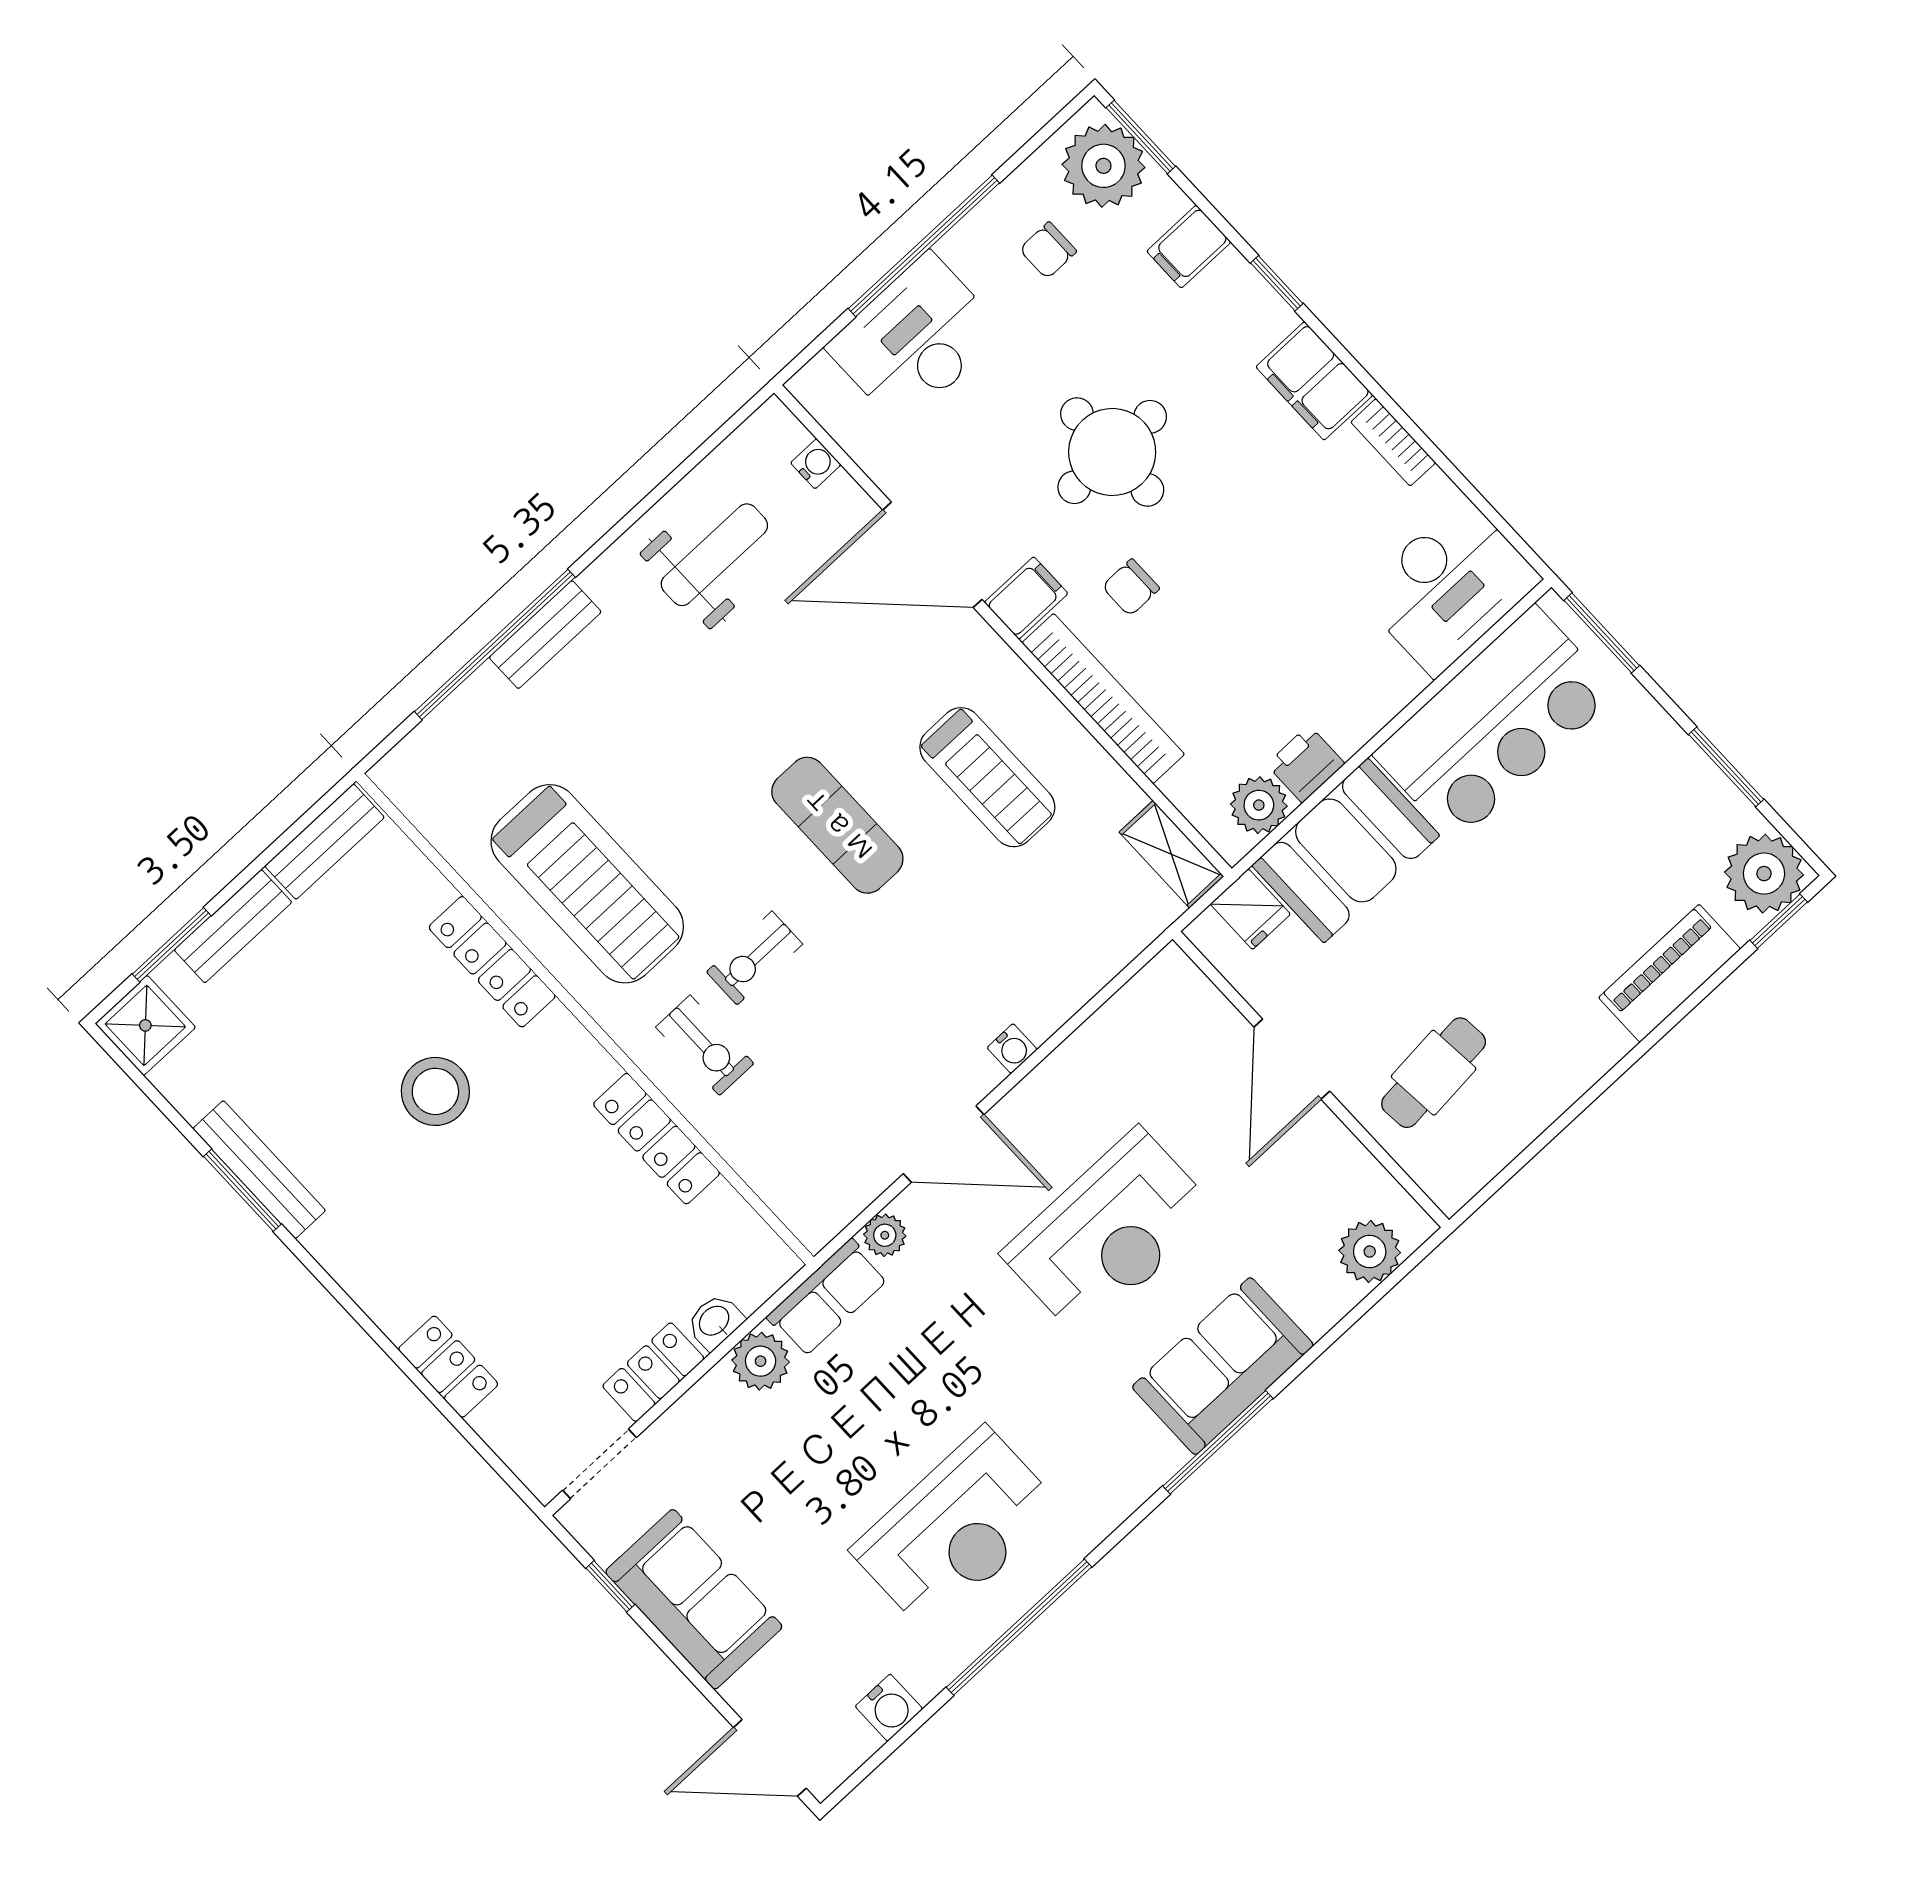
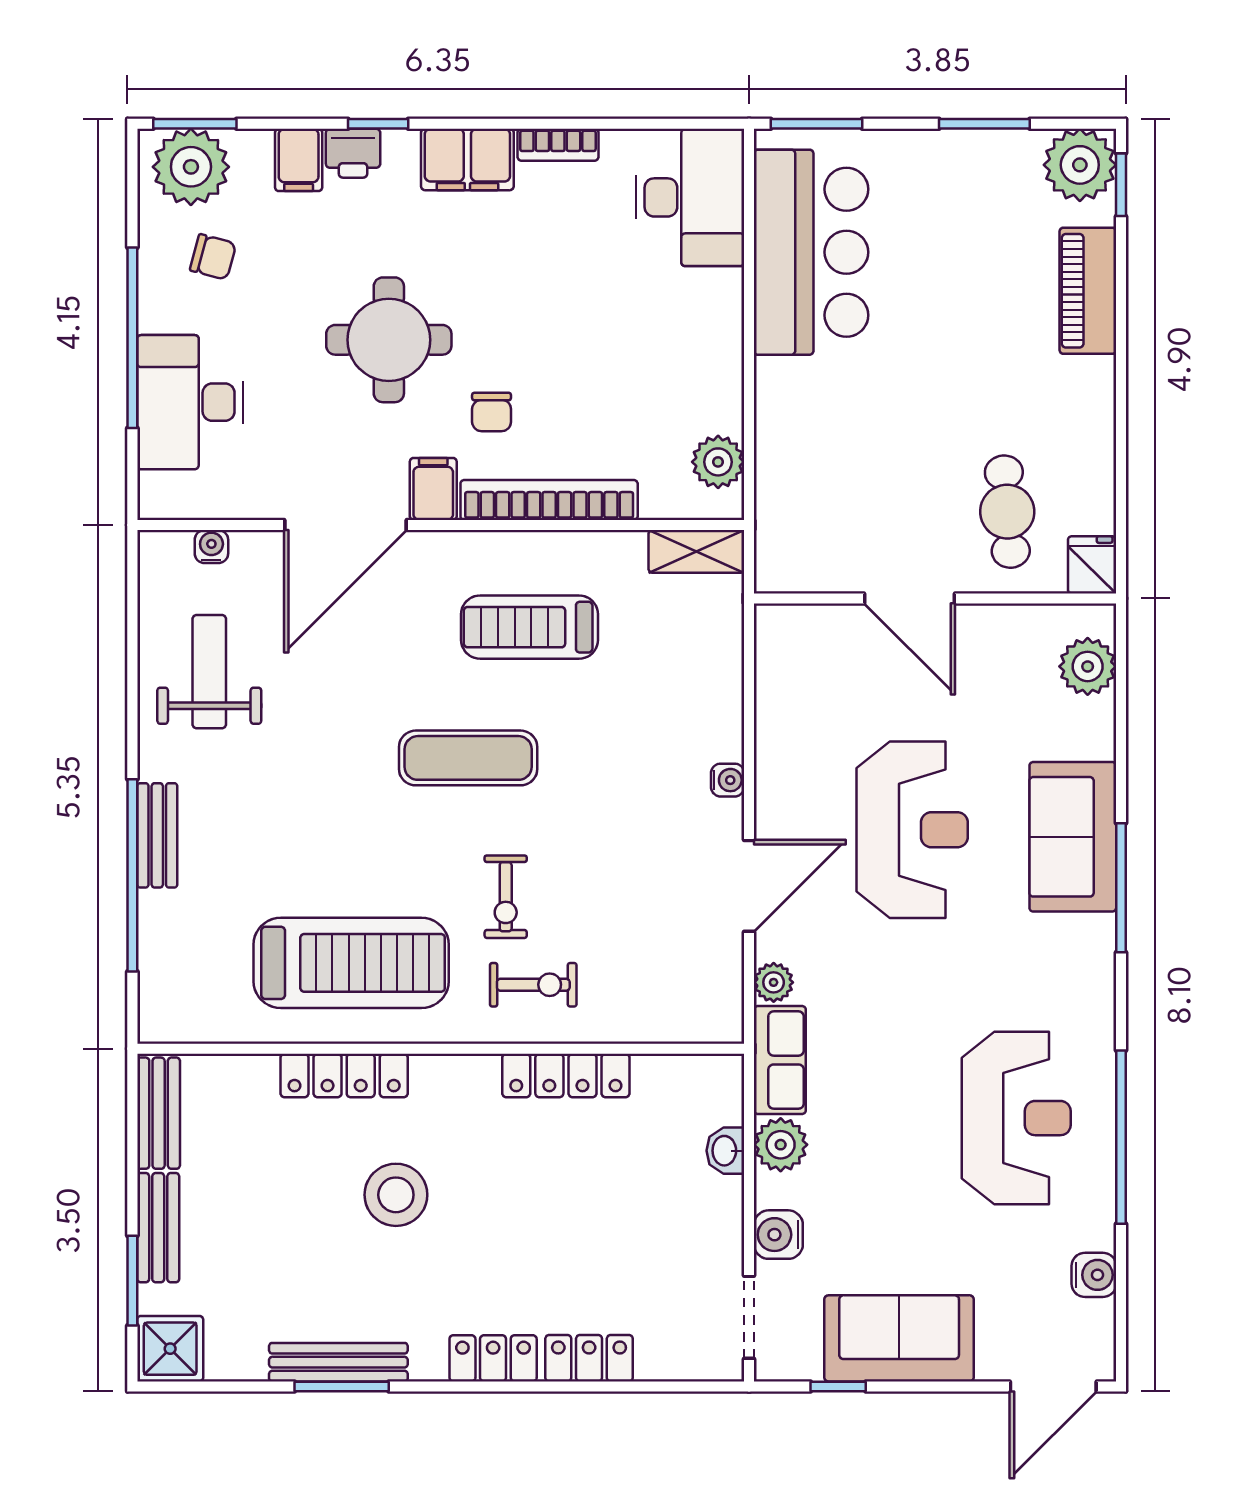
chair: (1048, 250) -> (213, 257), turned -75
printer: (1306, 764) -> (353, 153), moved, turned -90
treadmill: (987, 777) -> (530, 627), turned 180
booth: (1346, 850) -> (803, 432), removed
fridge: (1250, 909) -> (1092, 565), moved, turned -90
locker: (653, 1372) -> (493, 1358), moved, turned 90
water cooler: (687, 1426) -> (778, 1235), added

